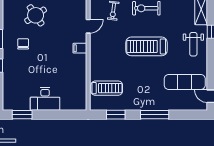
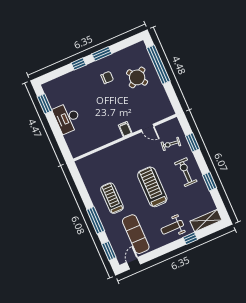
treadmill: (107, 88) -> (112, 198), moved, turned 180
window: (116, 115) -> (109, 251), moved

